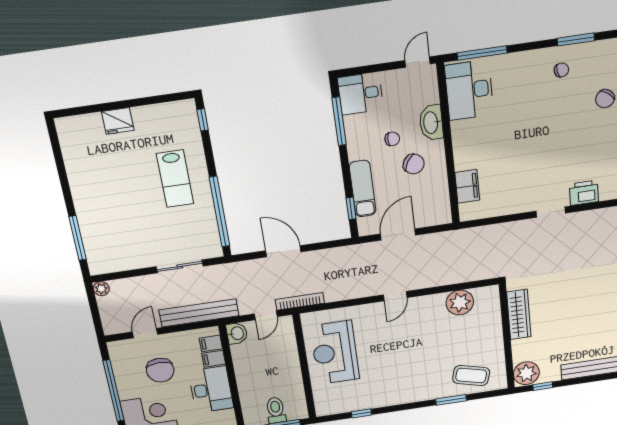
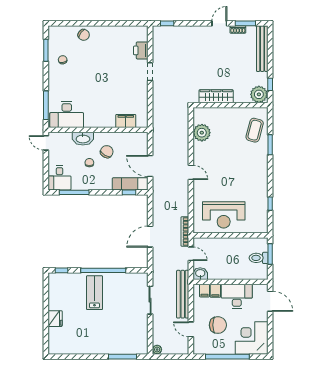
lab bench: (175, 179) -> (94, 293), turned -90
exam couch: (363, 189) -> (130, 184), moved
window: (219, 212) -> (103, 270), moved

